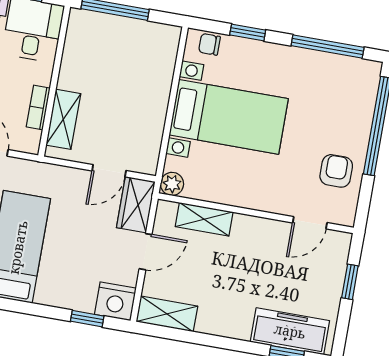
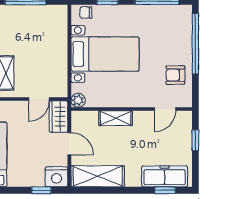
armchair: (336, 171) -> (175, 75), turned -90
shelving: (204, 219) -> (116, 118), moved
door: (146, 252) -> (69, 144), hinge flipped
shelving: (167, 314) -> (98, 176), width x1.50, depth x1.33

